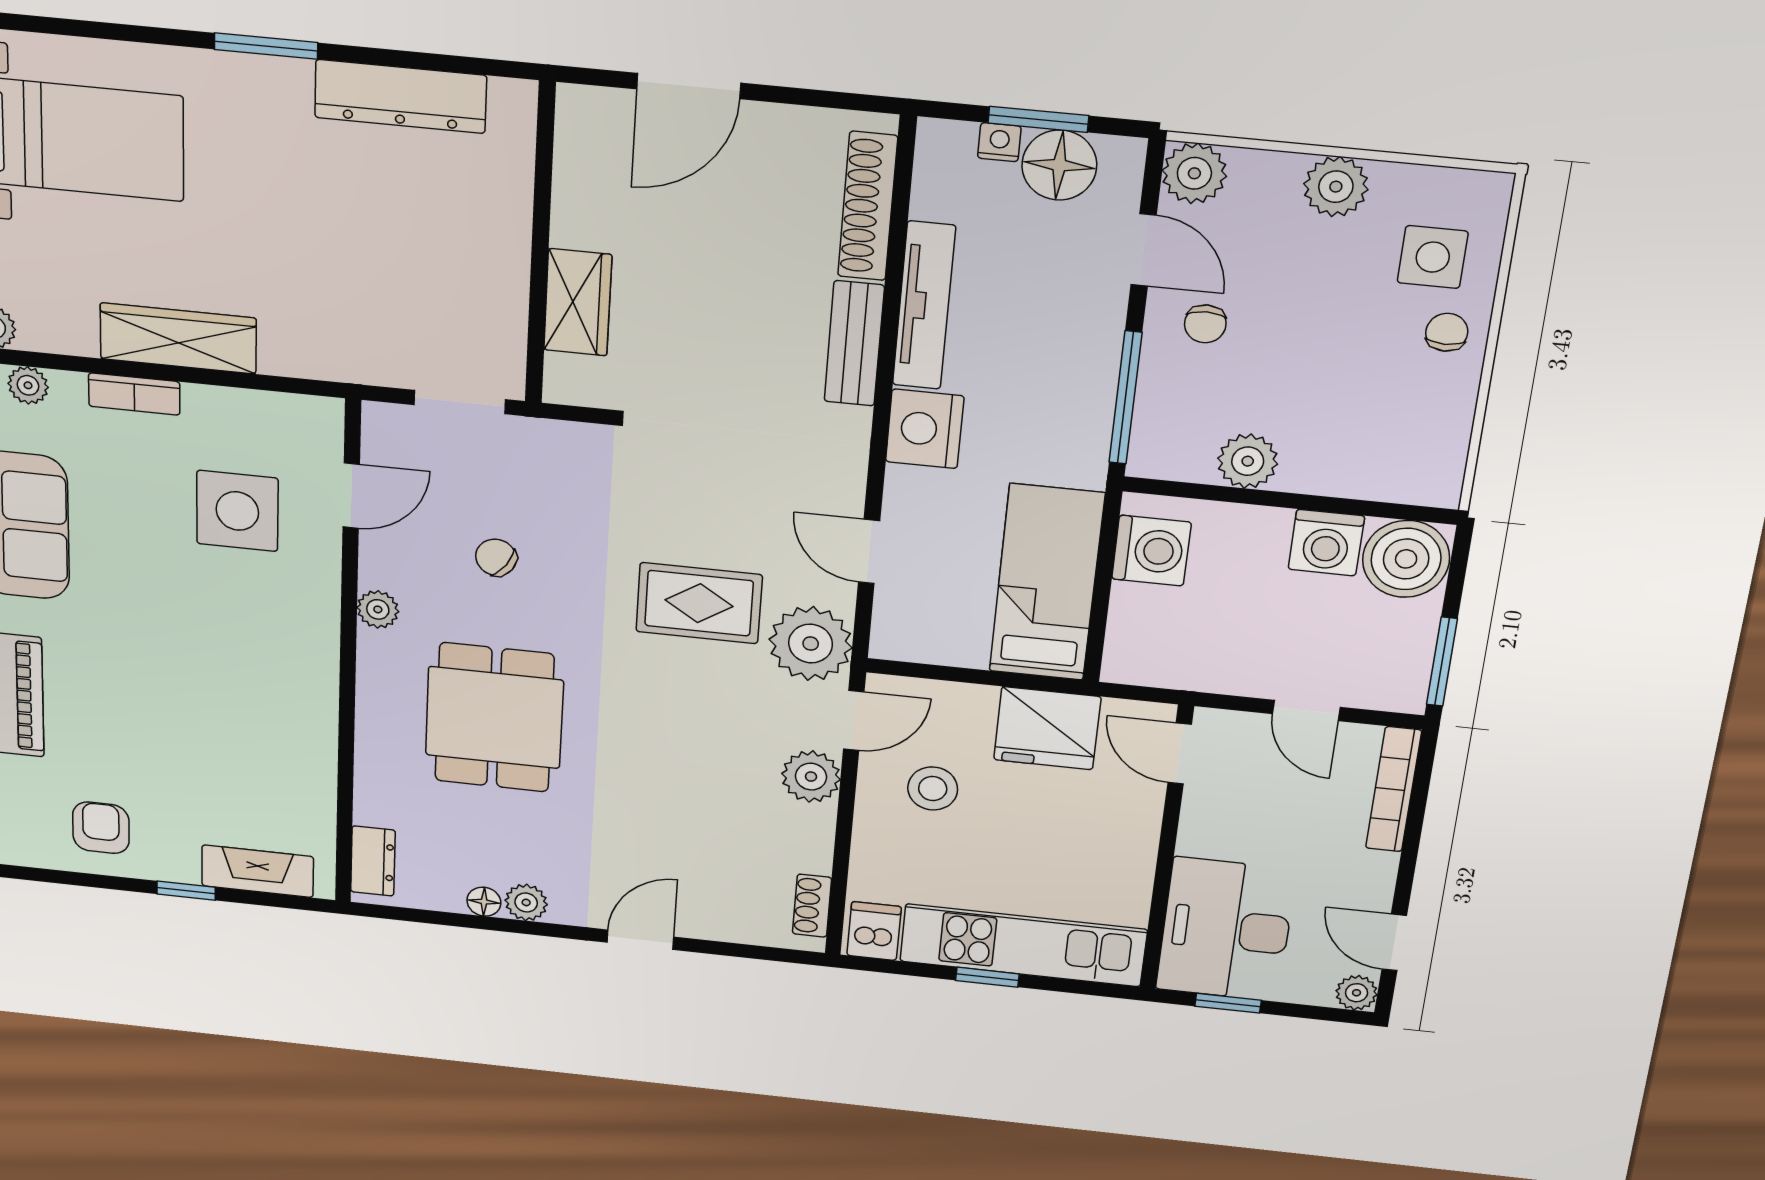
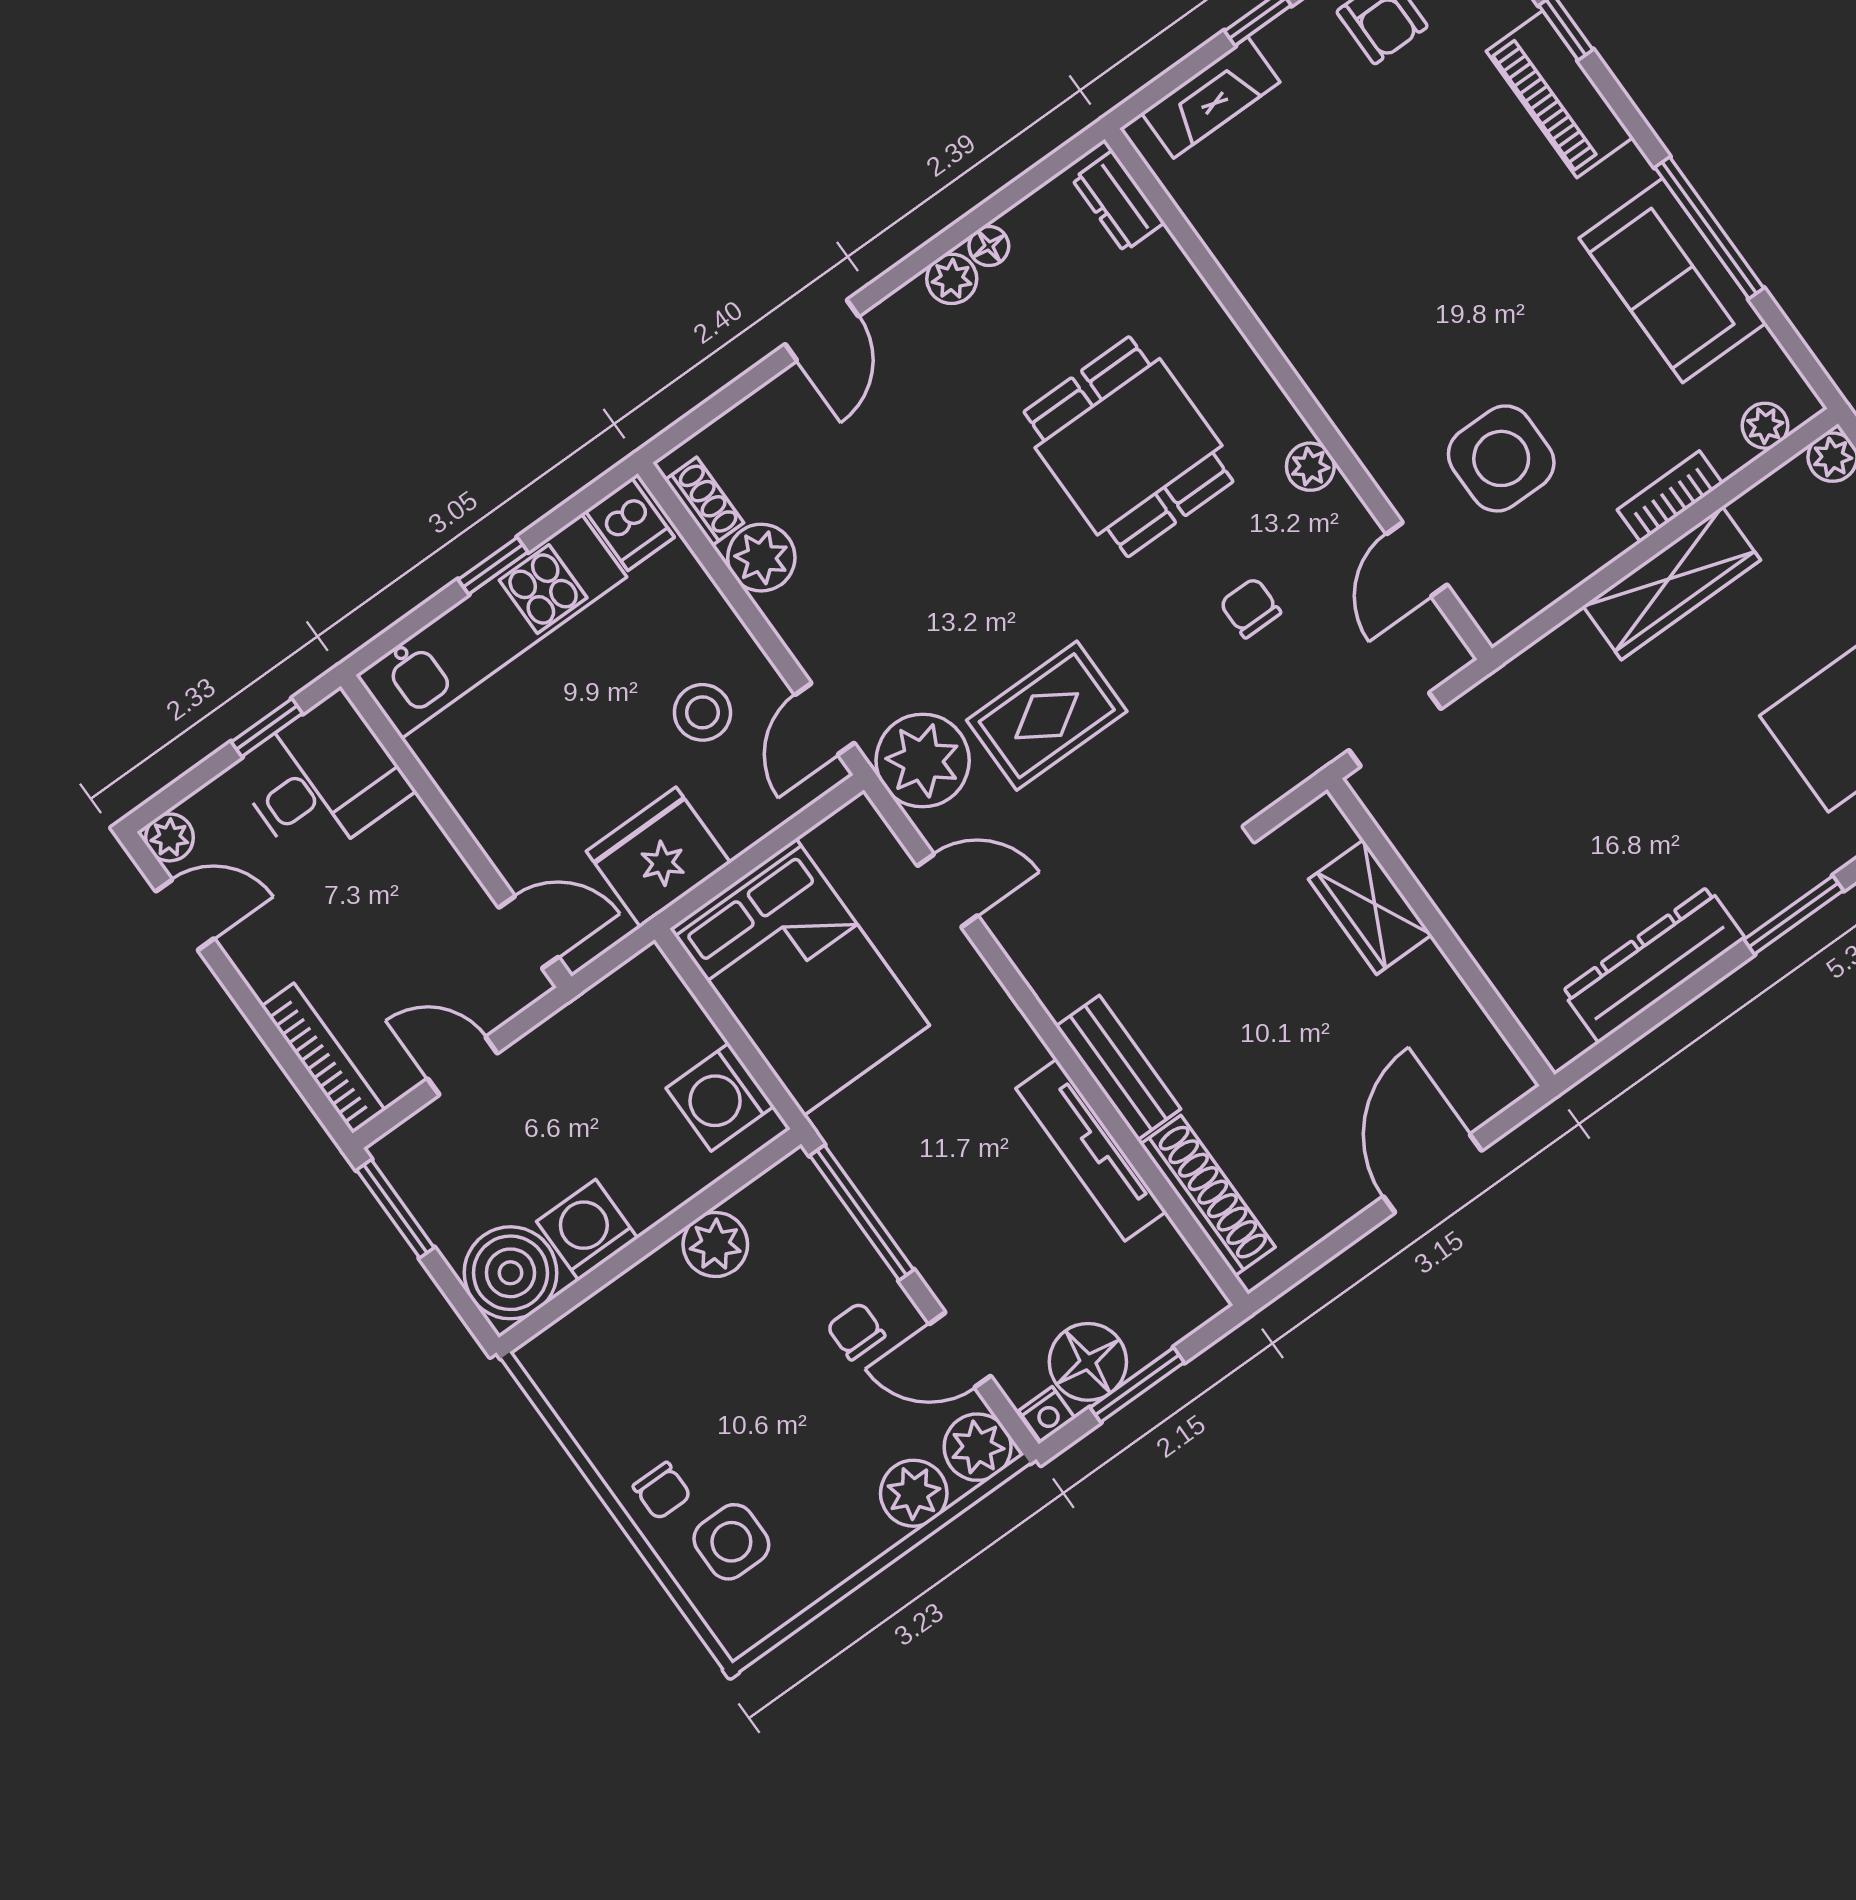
nightstand: (999, 142) -> (1047, 1414), moved
plant: (1336, 187) -> (914, 1493), moved
nightstand: (925, 429) -> (998, 1042), removed
chair: (496, 557) -> (1250, 608), turned -125
bed: (1047, 583) -> (800, 977), width x1.50
plant: (811, 777) -> (761, 558), moved
desk: (1226, 929) -> (322, 779), width x0.73

